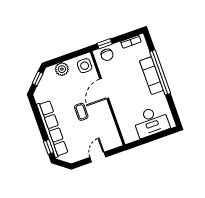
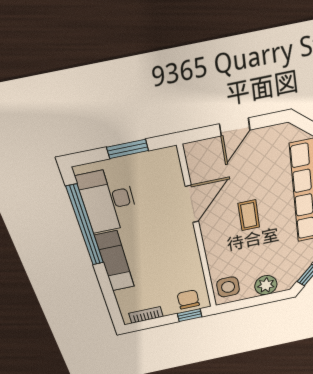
window: (160, 72) -> (85, 226), moved
door: (104, 89) -> (192, 204), moved
desk: (151, 122) -> (108, 200), moved, turned -90
window: (149, 139) -> (128, 149), added

